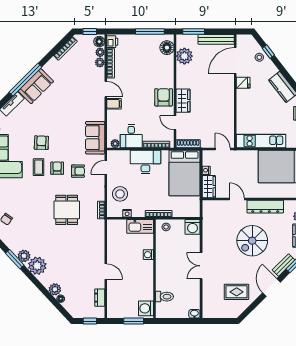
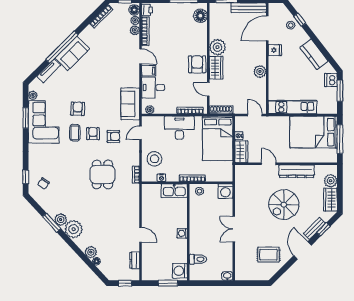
plant: (184, 56) -> (217, 47), moved
plant: (228, 105) -> (260, 72), added
desk: (131, 136) -> (153, 88), moved, turned 90
washing machine: (148, 255) -> (182, 233), moved

